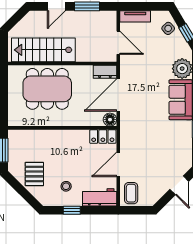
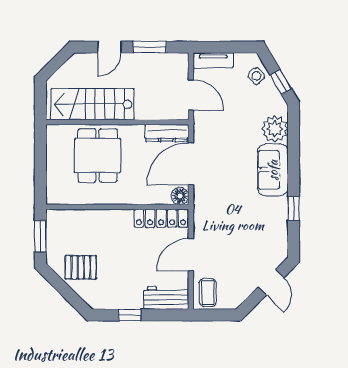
dresser: (105, 72) -> (167, 133), width x1.44
dining table: (47, 89) -> (98, 155), width x0.73
locker: (103, 137) -> (161, 218), width x1.53
pallet: (34, 174) -> (81, 267), turned 90
stool: (66, 186) -> (122, 283), removed

